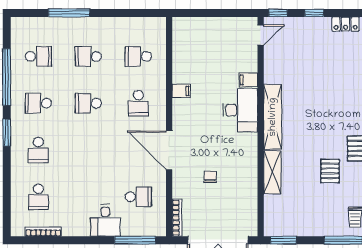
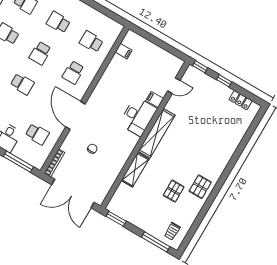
door: (261, 35) -> (174, 86), moved
filing cabinet: (181, 91) -> (124, 51), moved
school desk: (88, 103) -> (40, 53), turned -90
school desk: (88, 150) -> (22, 84), added

